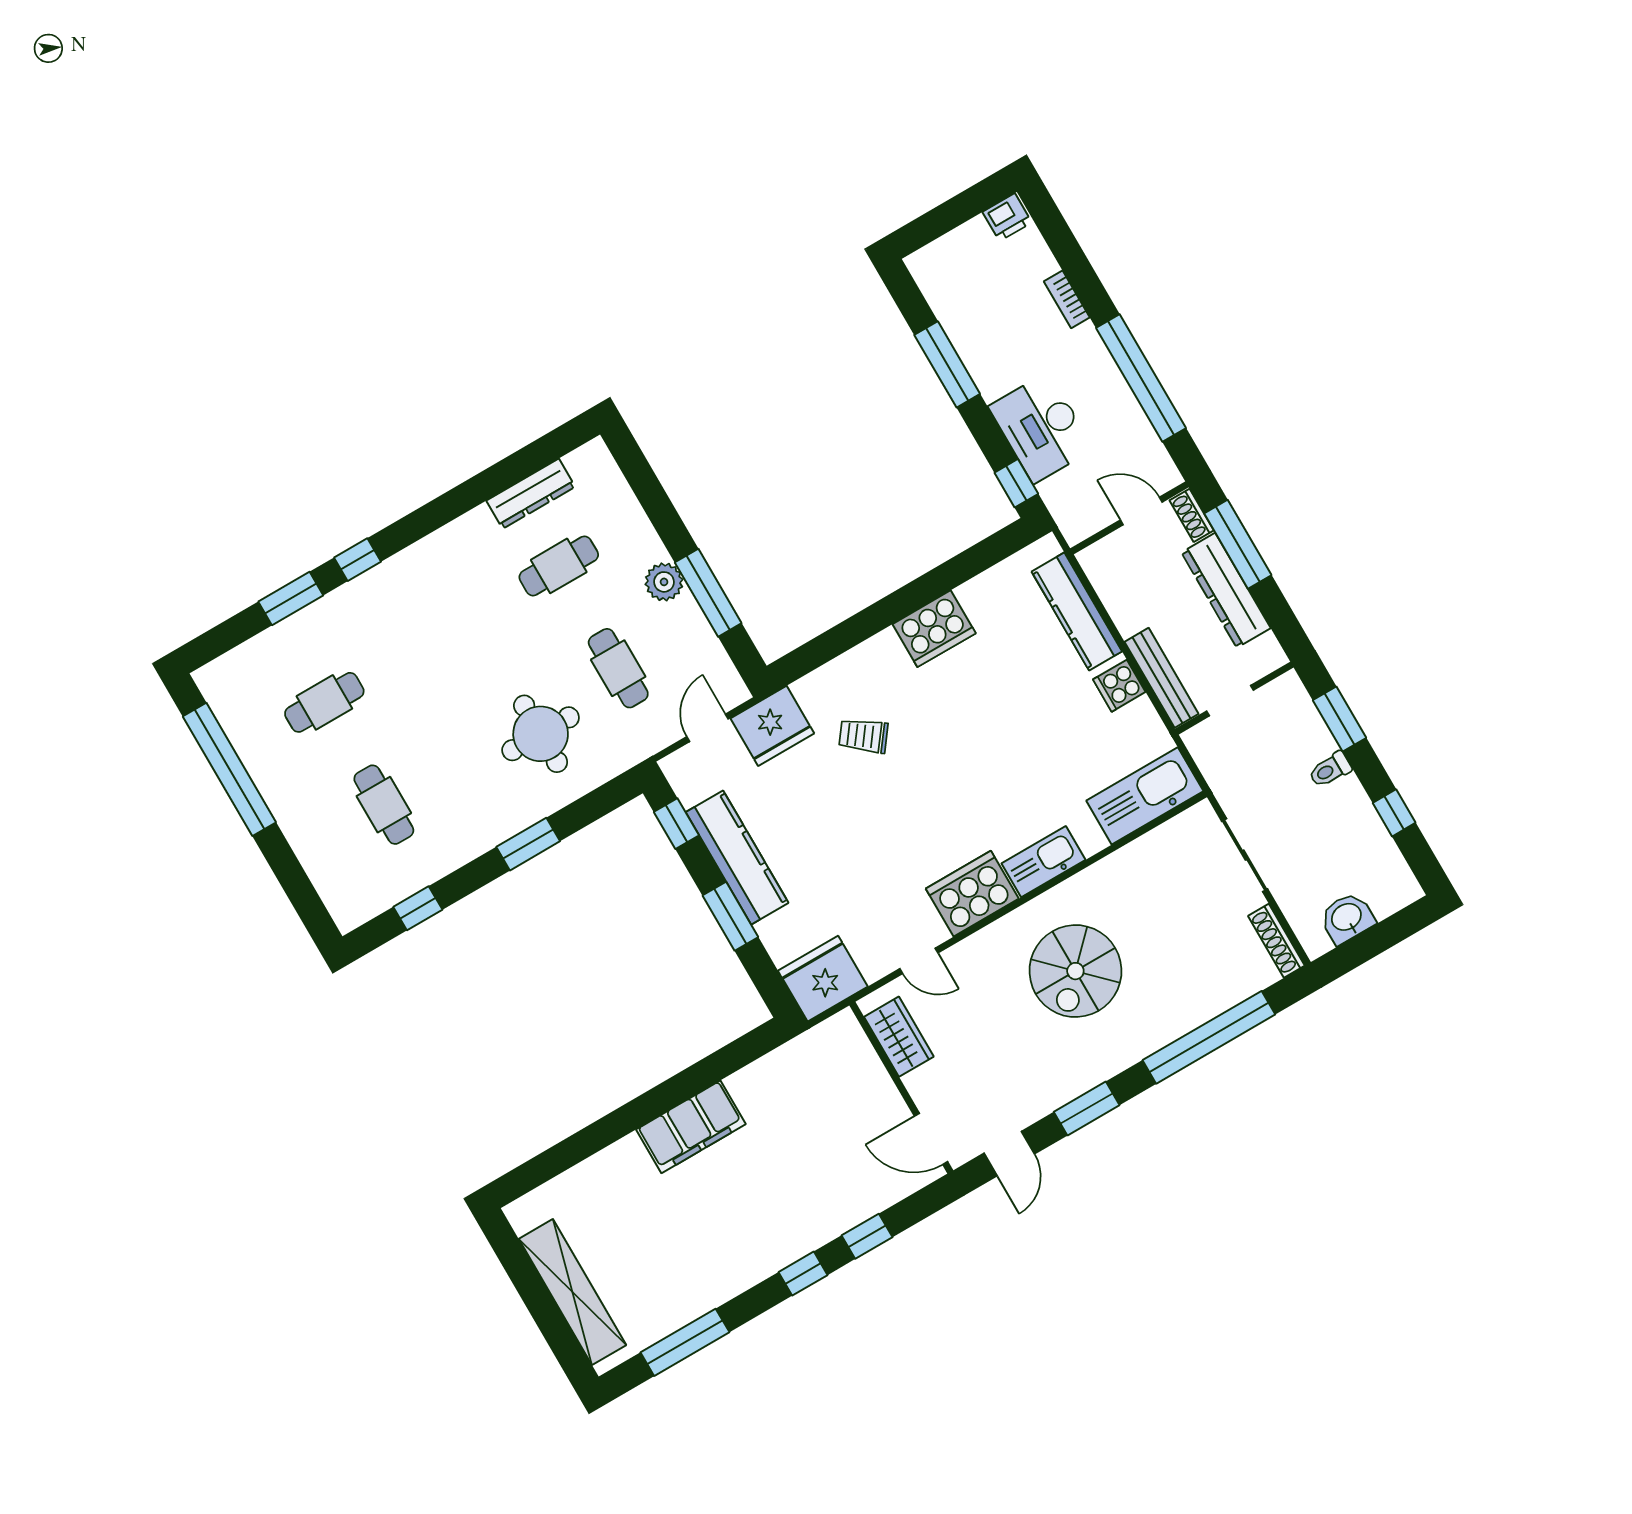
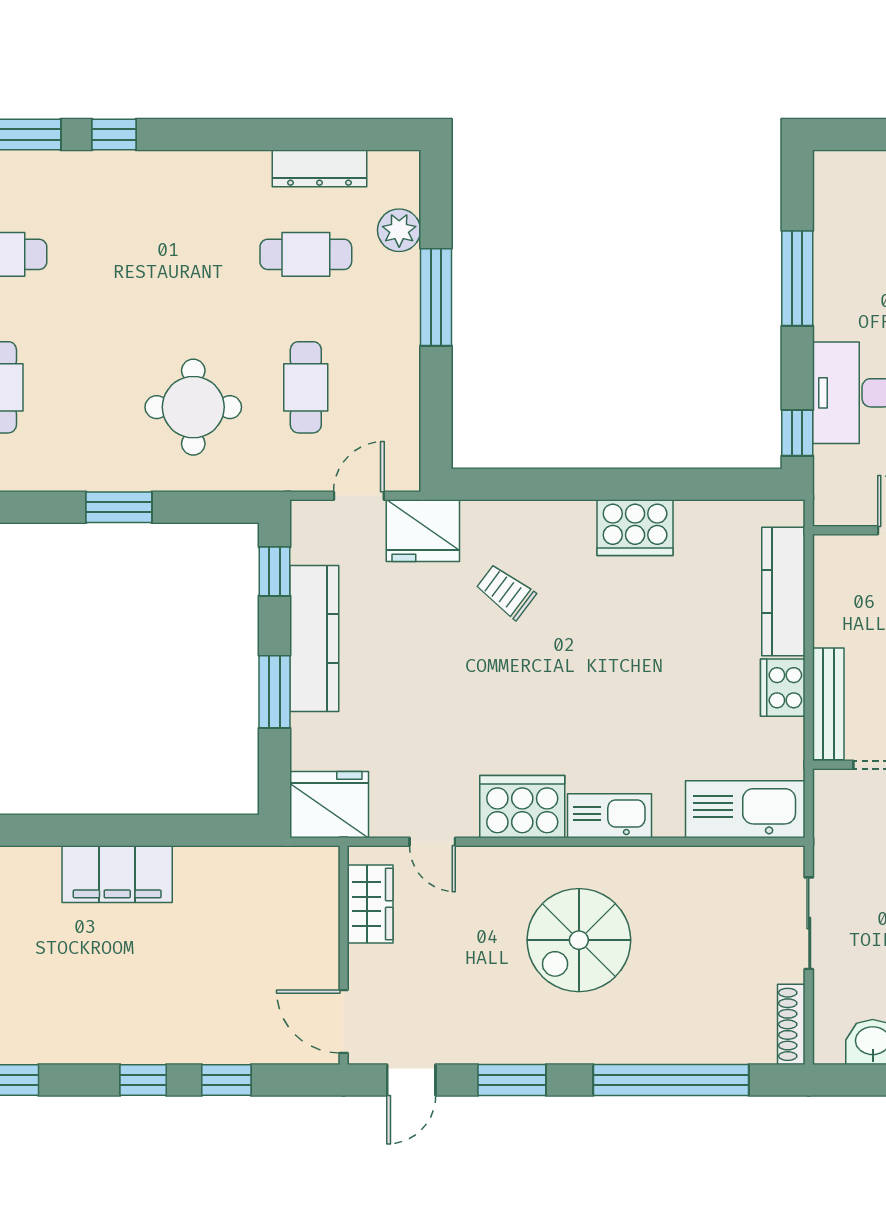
plant: (664, 582) -> (399, 230), moved
window: (708, 593) -> (436, 297), moved
cooker: (1119, 686) -> (783, 688), width x1.36

